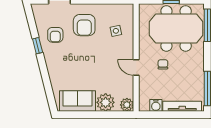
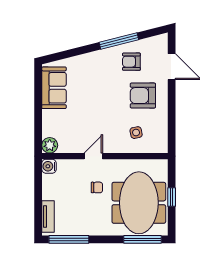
window: (38, 46) -> (119, 41), width x2.17
plant: (106, 102) -> (52, 120), removed
water cooler: (156, 105) -> (49, 166), moved
tv unit: (182, 106) -> (48, 217), width x0.71

